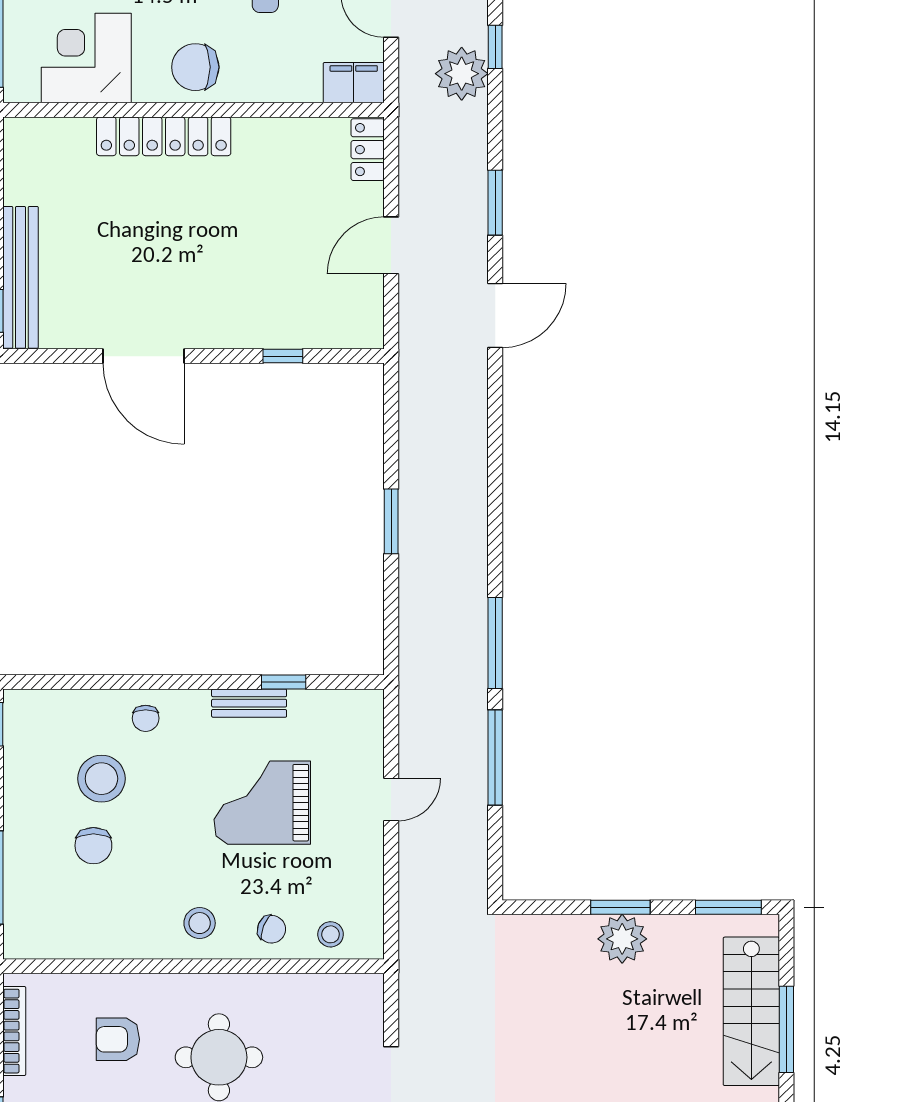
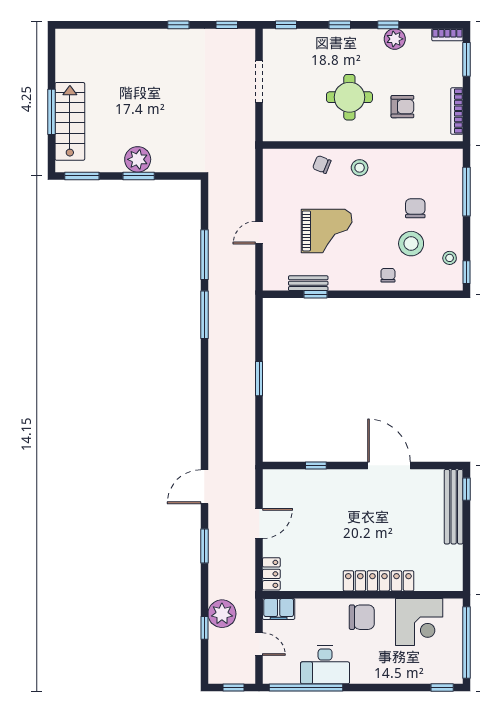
bench: (249, 703) -> (308, 283), moved
stool: (331, 934) -> (450, 258), moved

